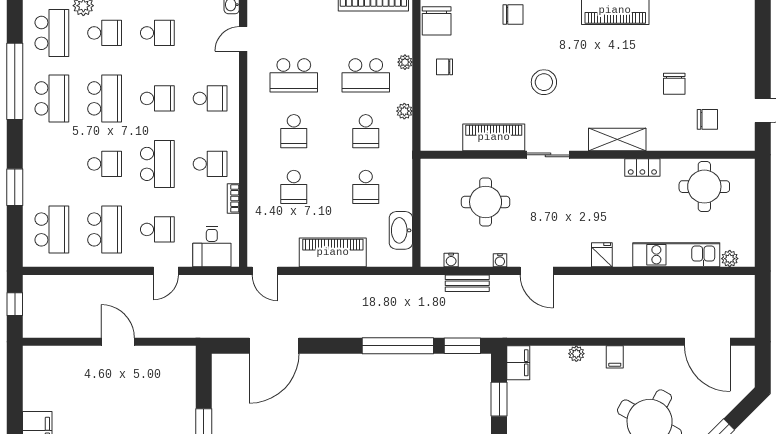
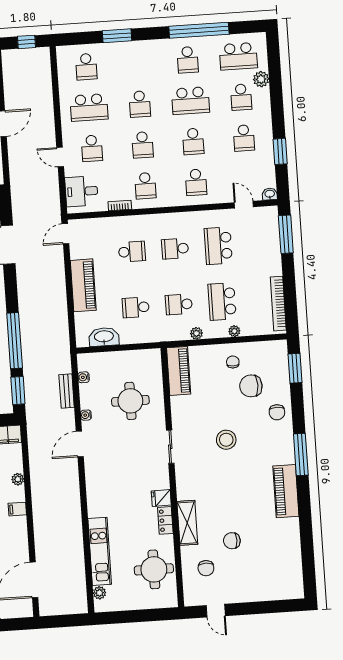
chair: (437, 21) -> (251, 386), moved
school desk: (52, 98) -> (188, 60), width x0.54
piano: (494, 137) -> (179, 371), moved
shelving: (617, 139) -> (187, 523), moved
school desk: (157, 164) -> (143, 145), width x0.54
school desk: (294, 187) -> (132, 252), turned 180
school desk: (52, 229) -> (86, 67), width x0.54
fridge: (602, 255) -> (161, 498), moved, turned 180

